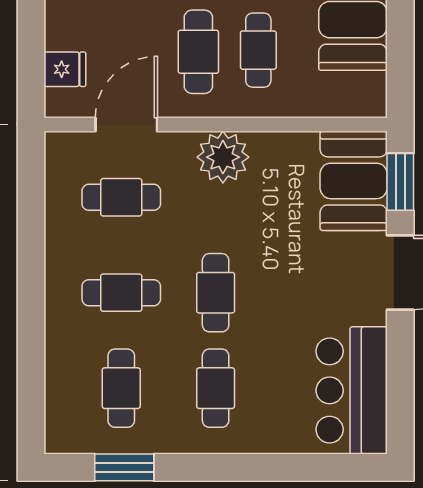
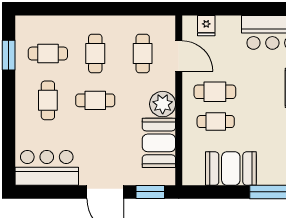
booth: (354, 181) -> (159, 143), moved, turned 90
cafe table: (216, 388) -> (48, 100), turned 90

